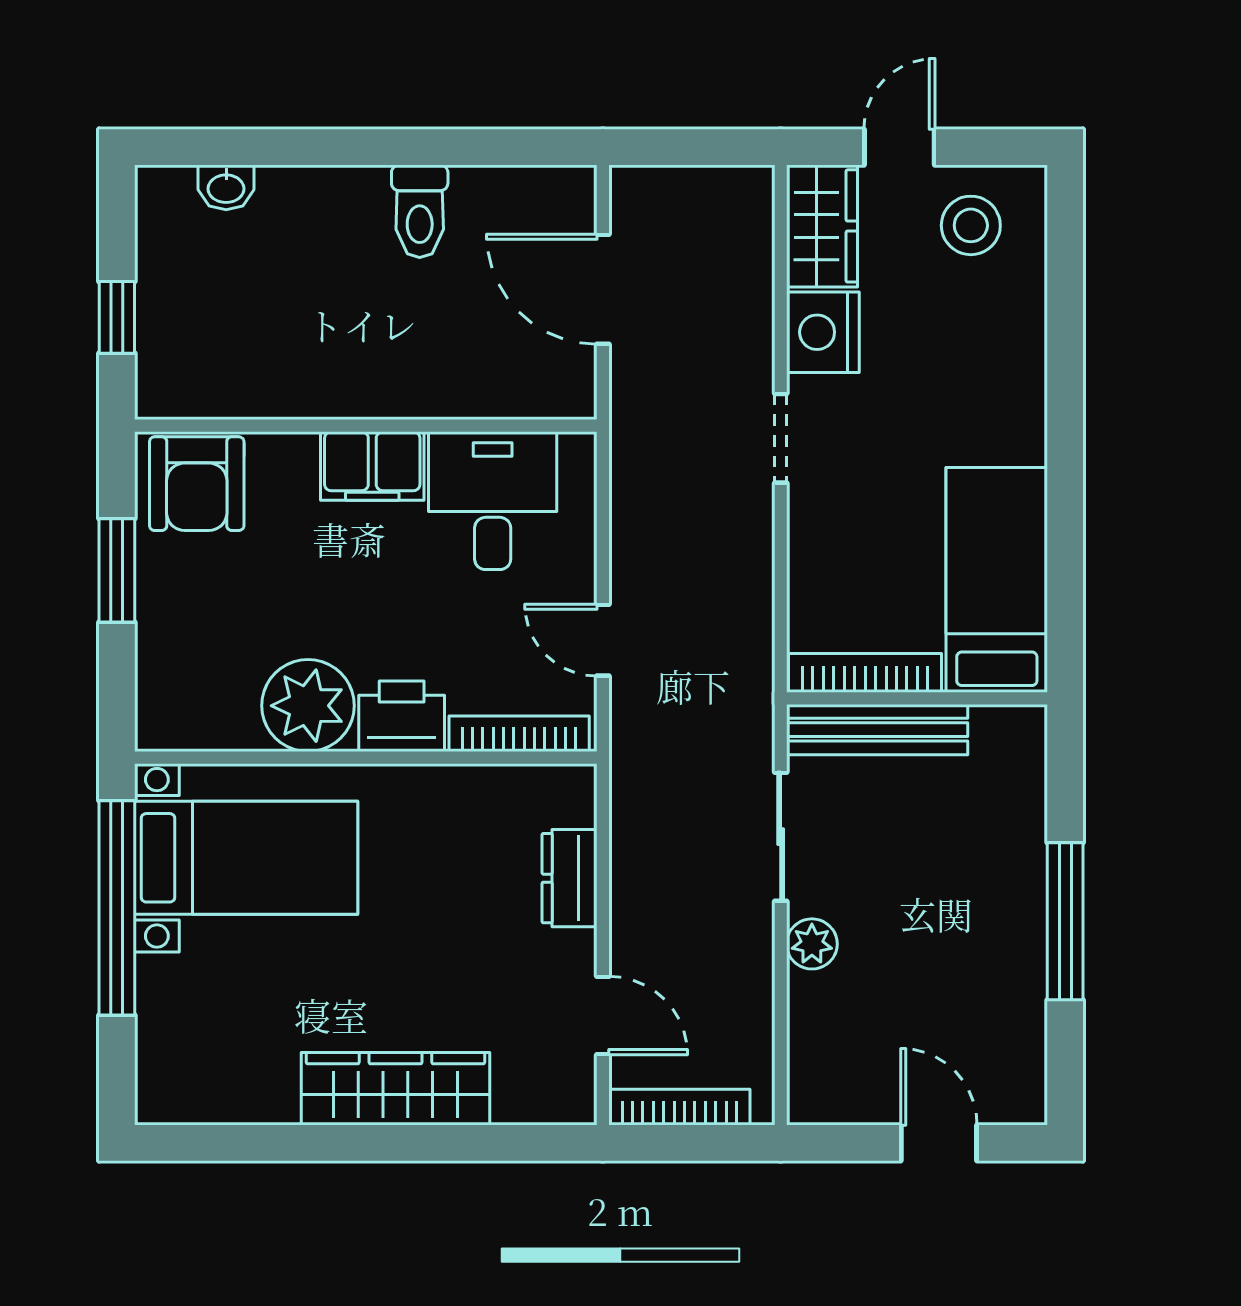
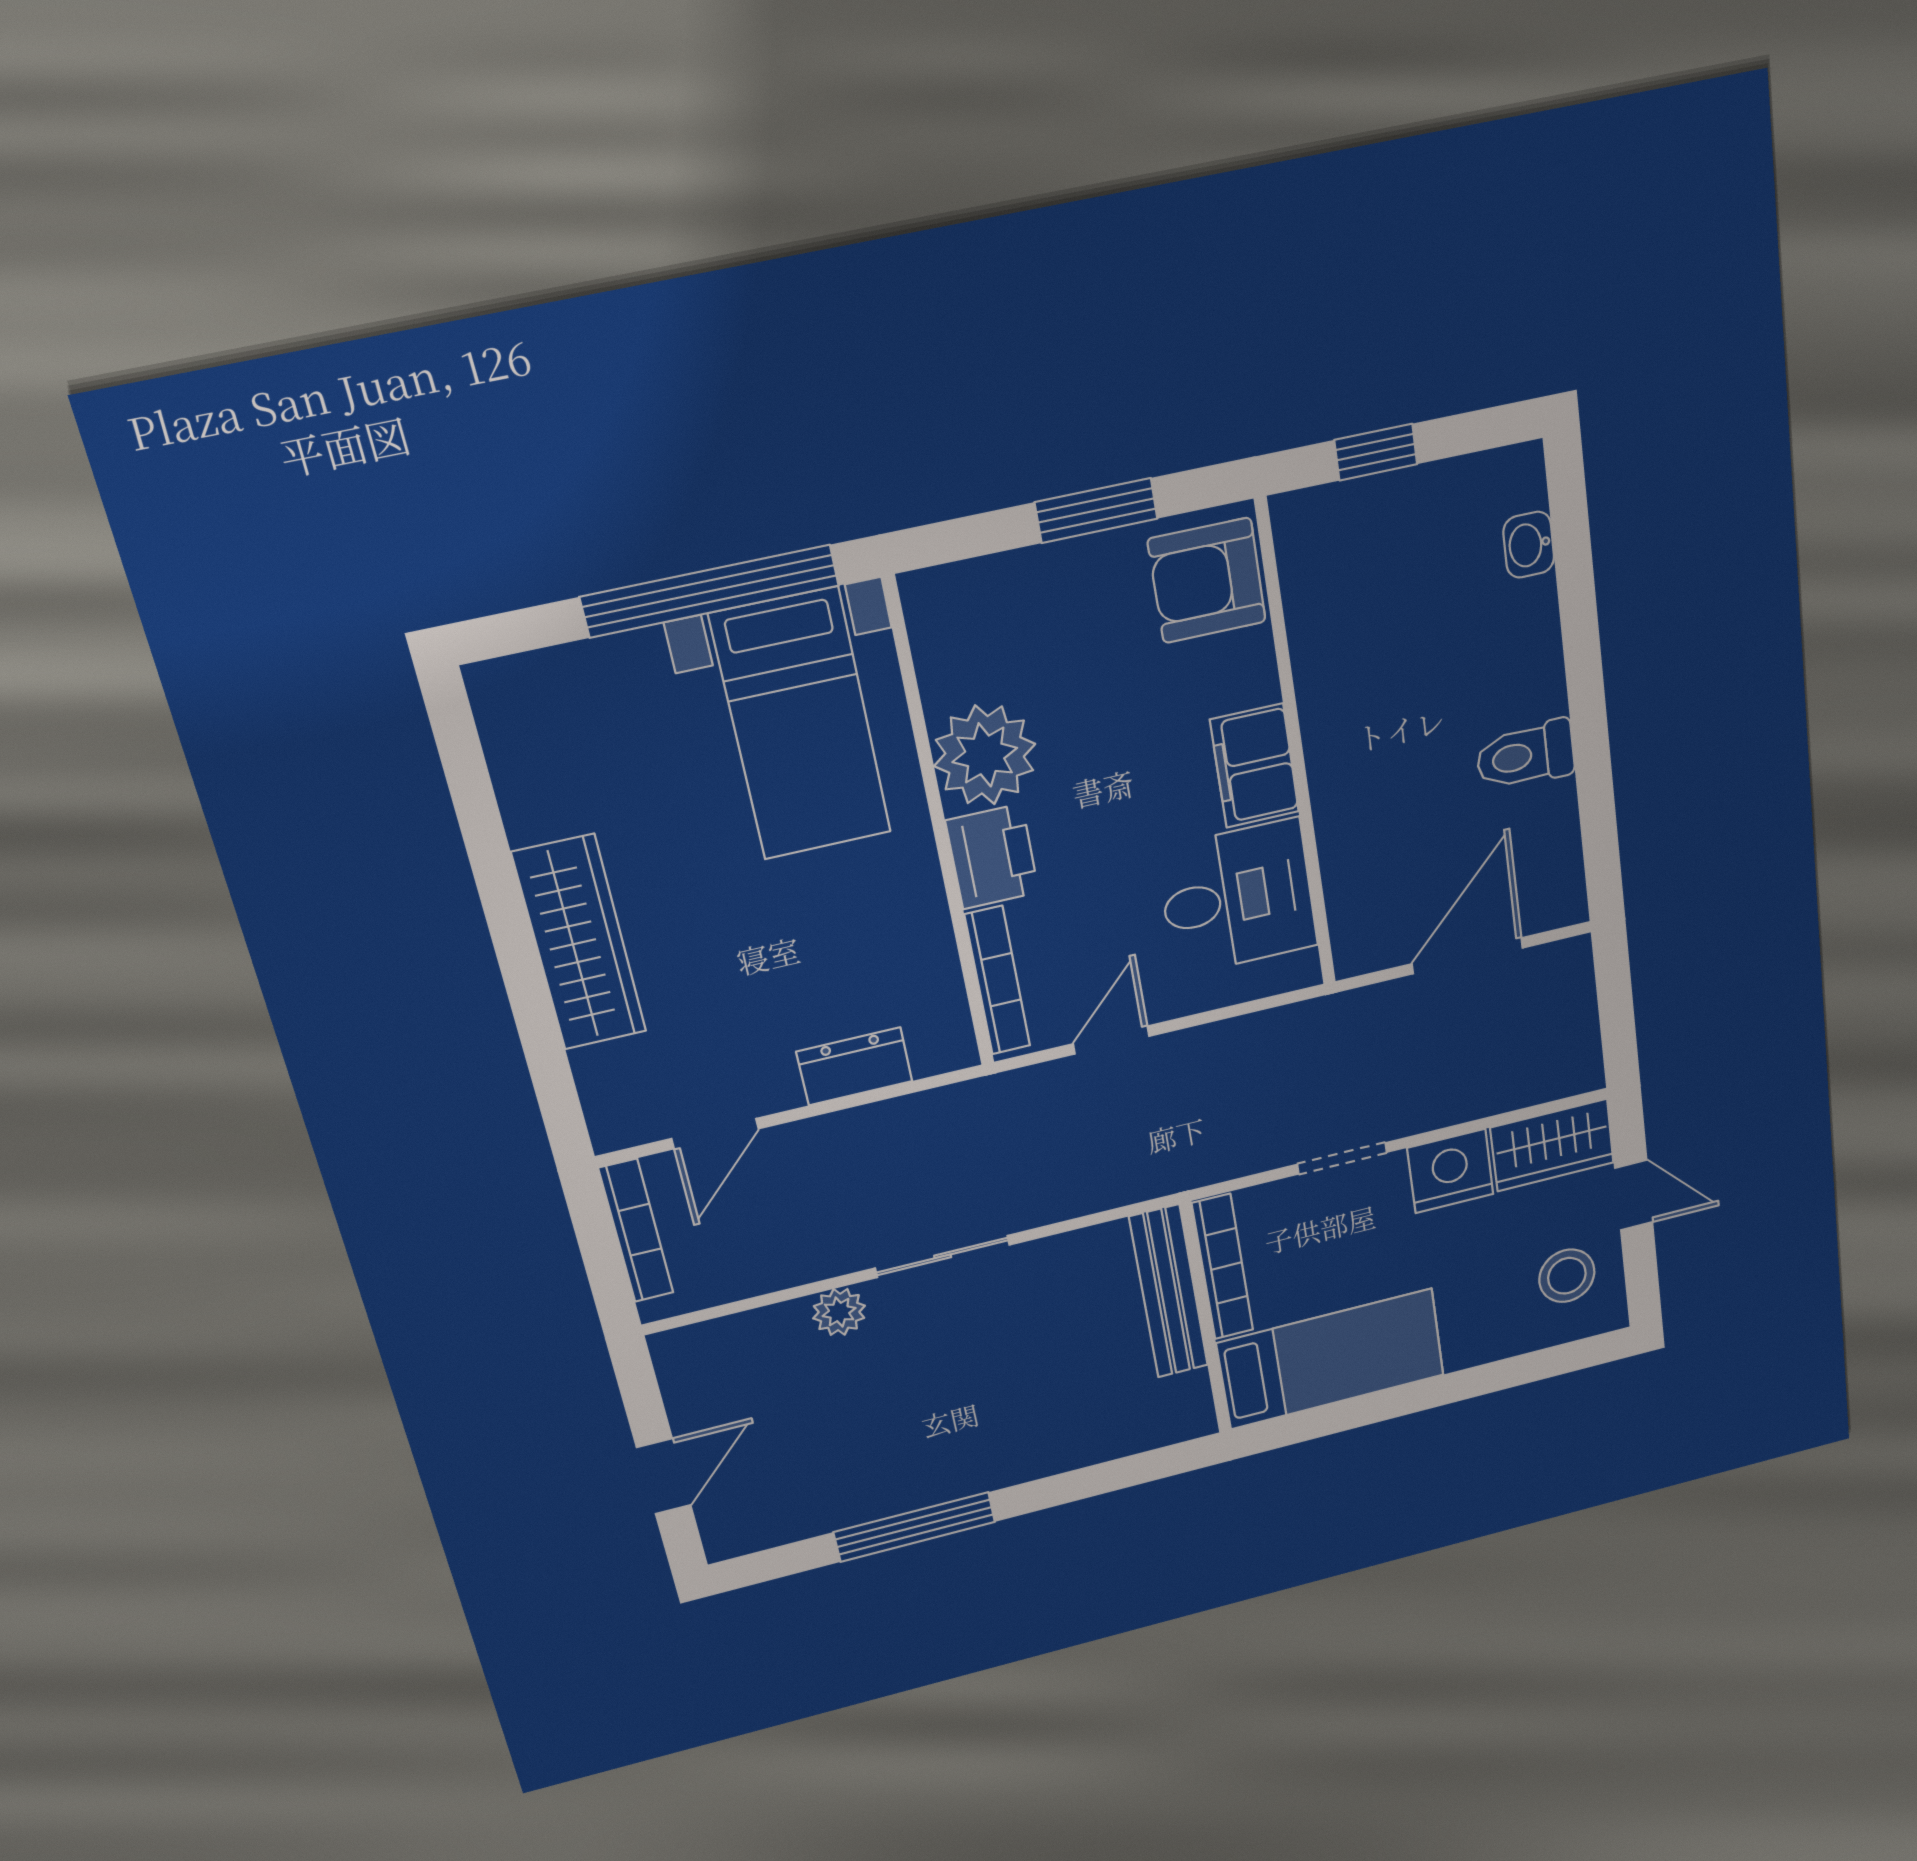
bed: (997, 580) -> (1331, 1359), moved
bookcase: (865, 673) -> (1223, 1267), moved
wall: (917, 698) -> (1206, 1319), moved
bench: (877, 730) -> (1169, 1292), moved

